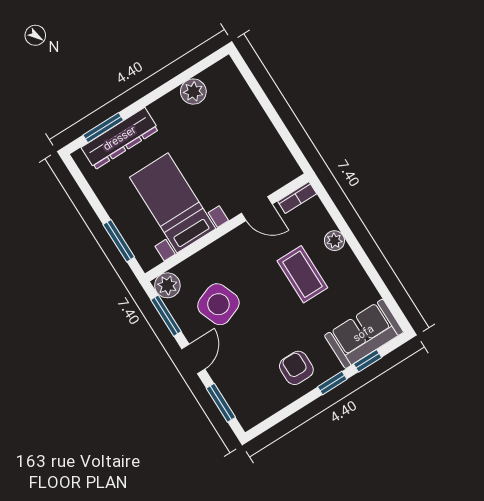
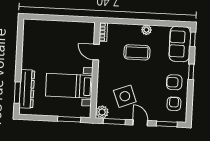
plant: (193, 92) -> (29, 44), removed
door: (257, 209) -> (96, 52), swing flipped
plant: (334, 241) -> (146, 30), moved
window: (368, 361) -> (193, 39), moved
armchair: (262, 392) -> (174, 104), added

